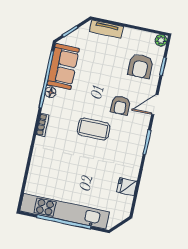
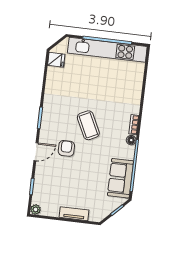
tv unit: (106, 29) -> (74, 214), moved
armchair: (141, 66) -> (52, 185), removed
floor lamp: (51, 92) -> (131, 140), moved
coffee table: (94, 129) -> (88, 125), turned 64
fridge: (127, 187) -> (56, 60), moved

